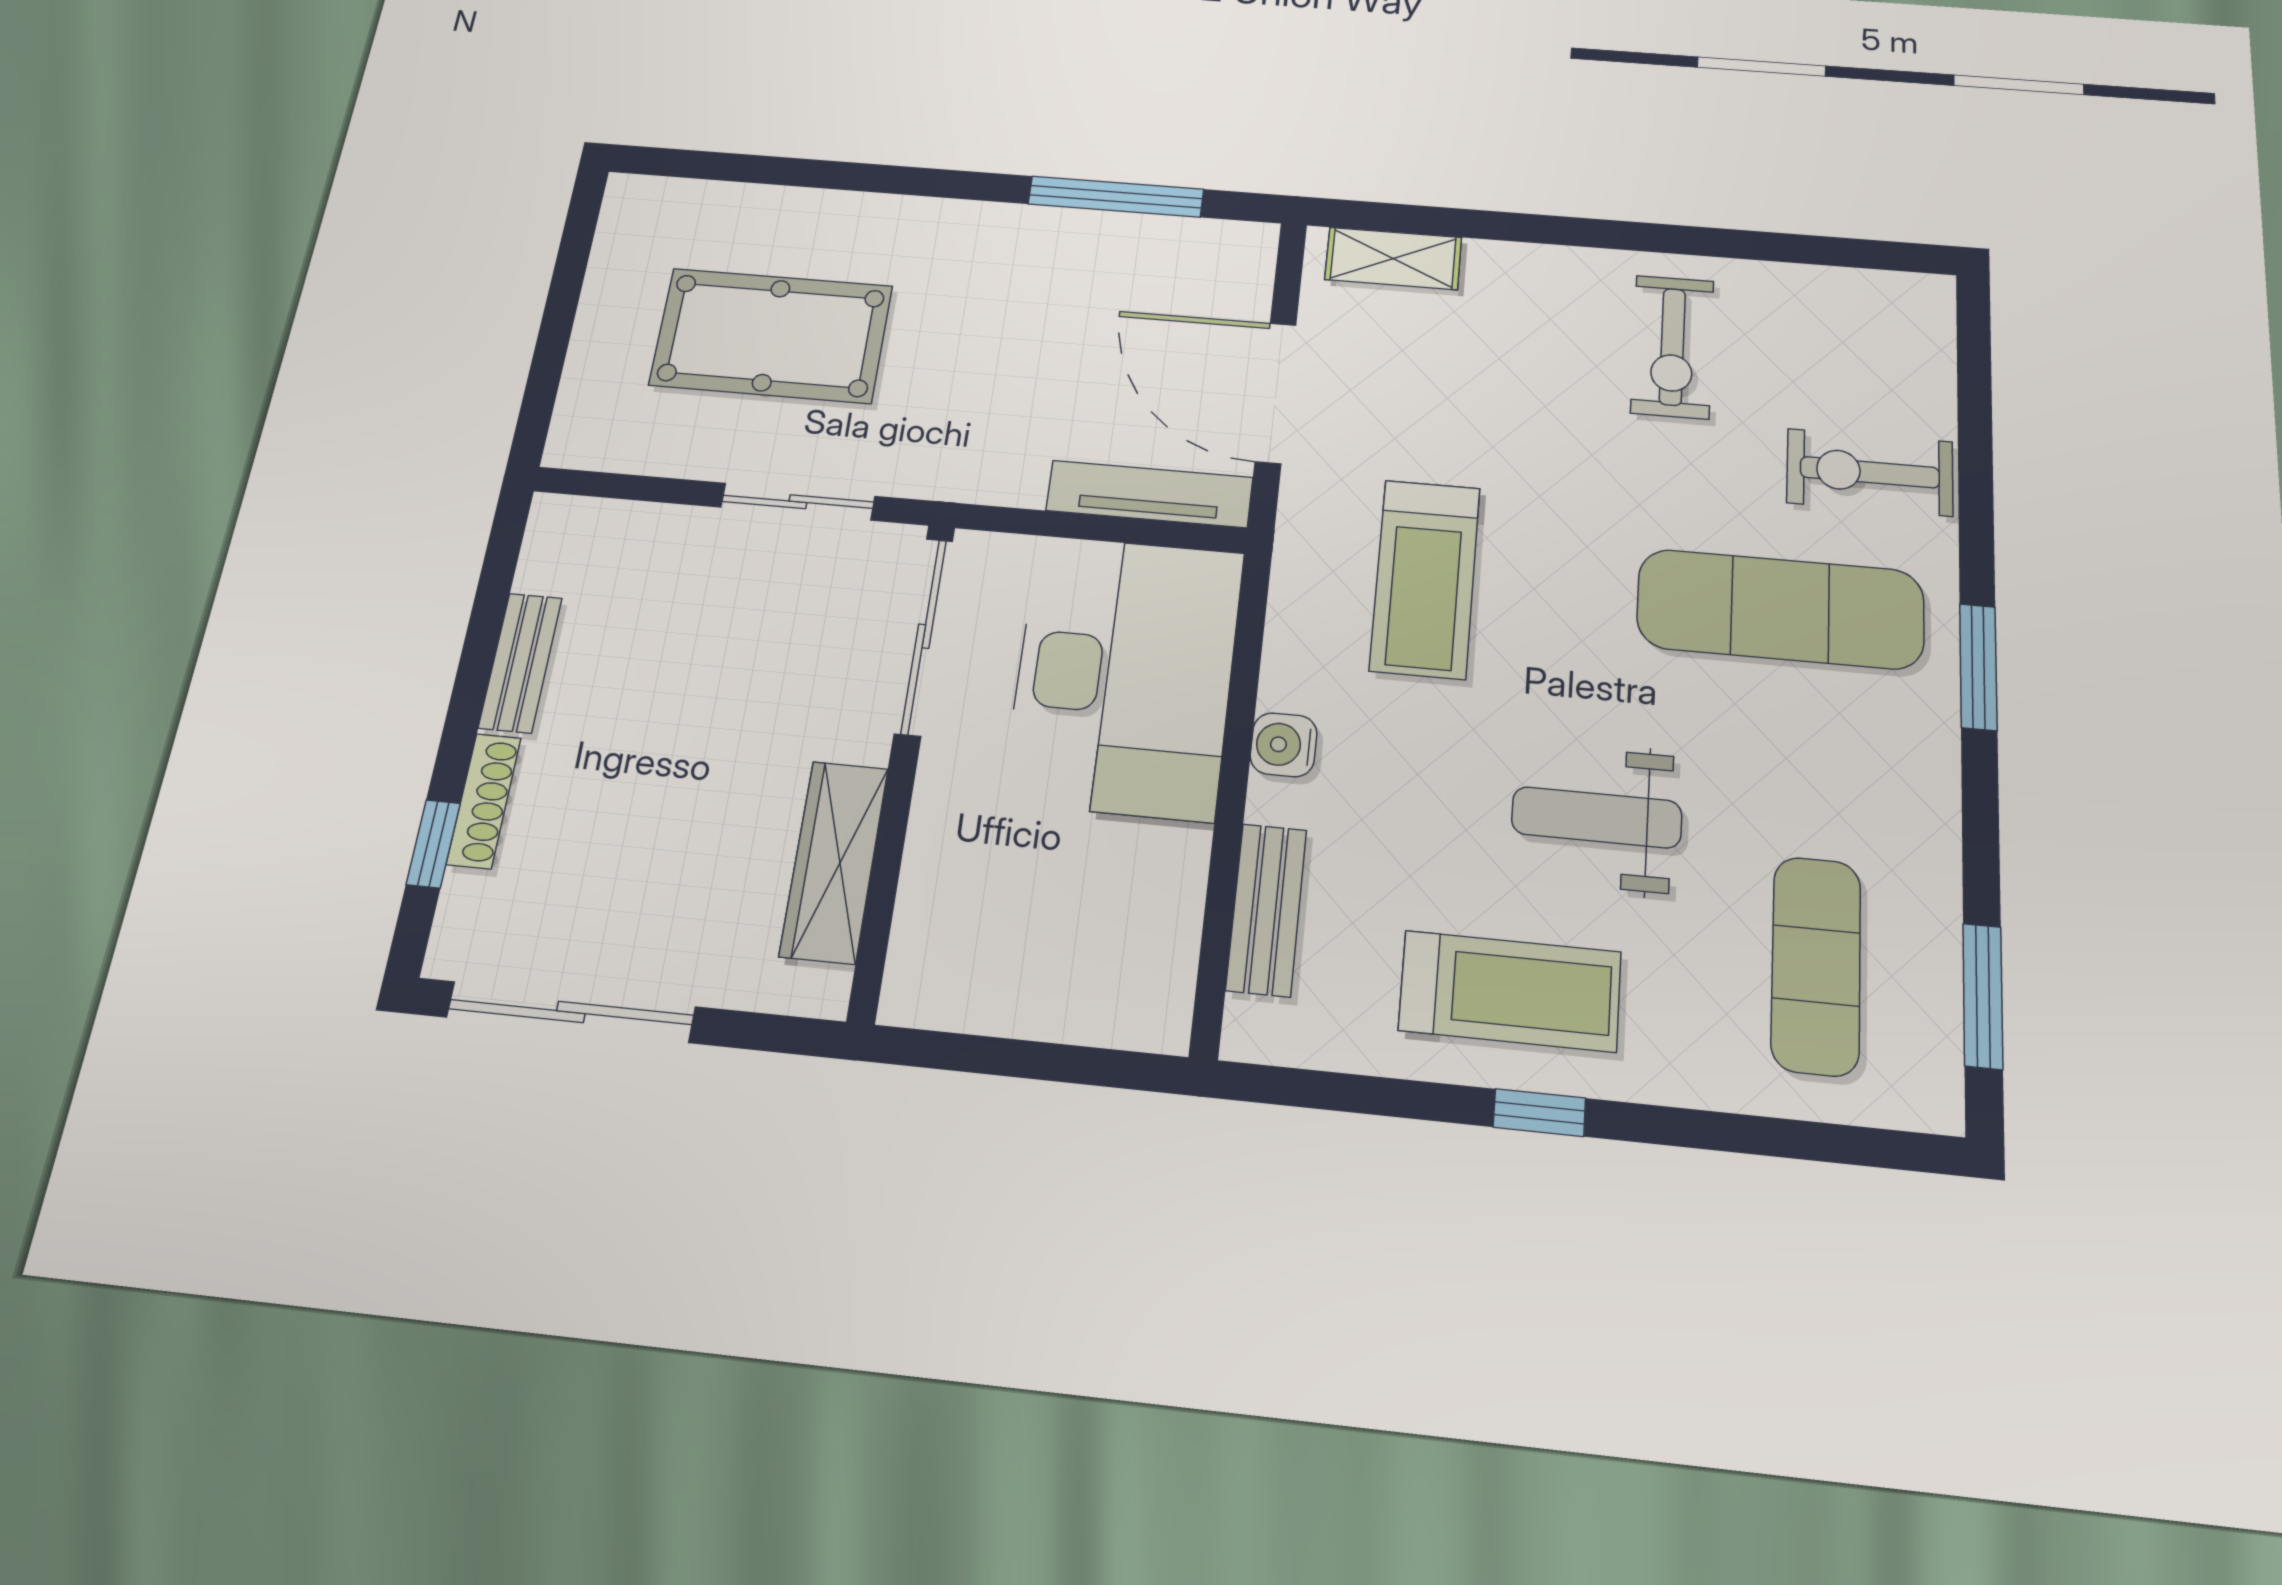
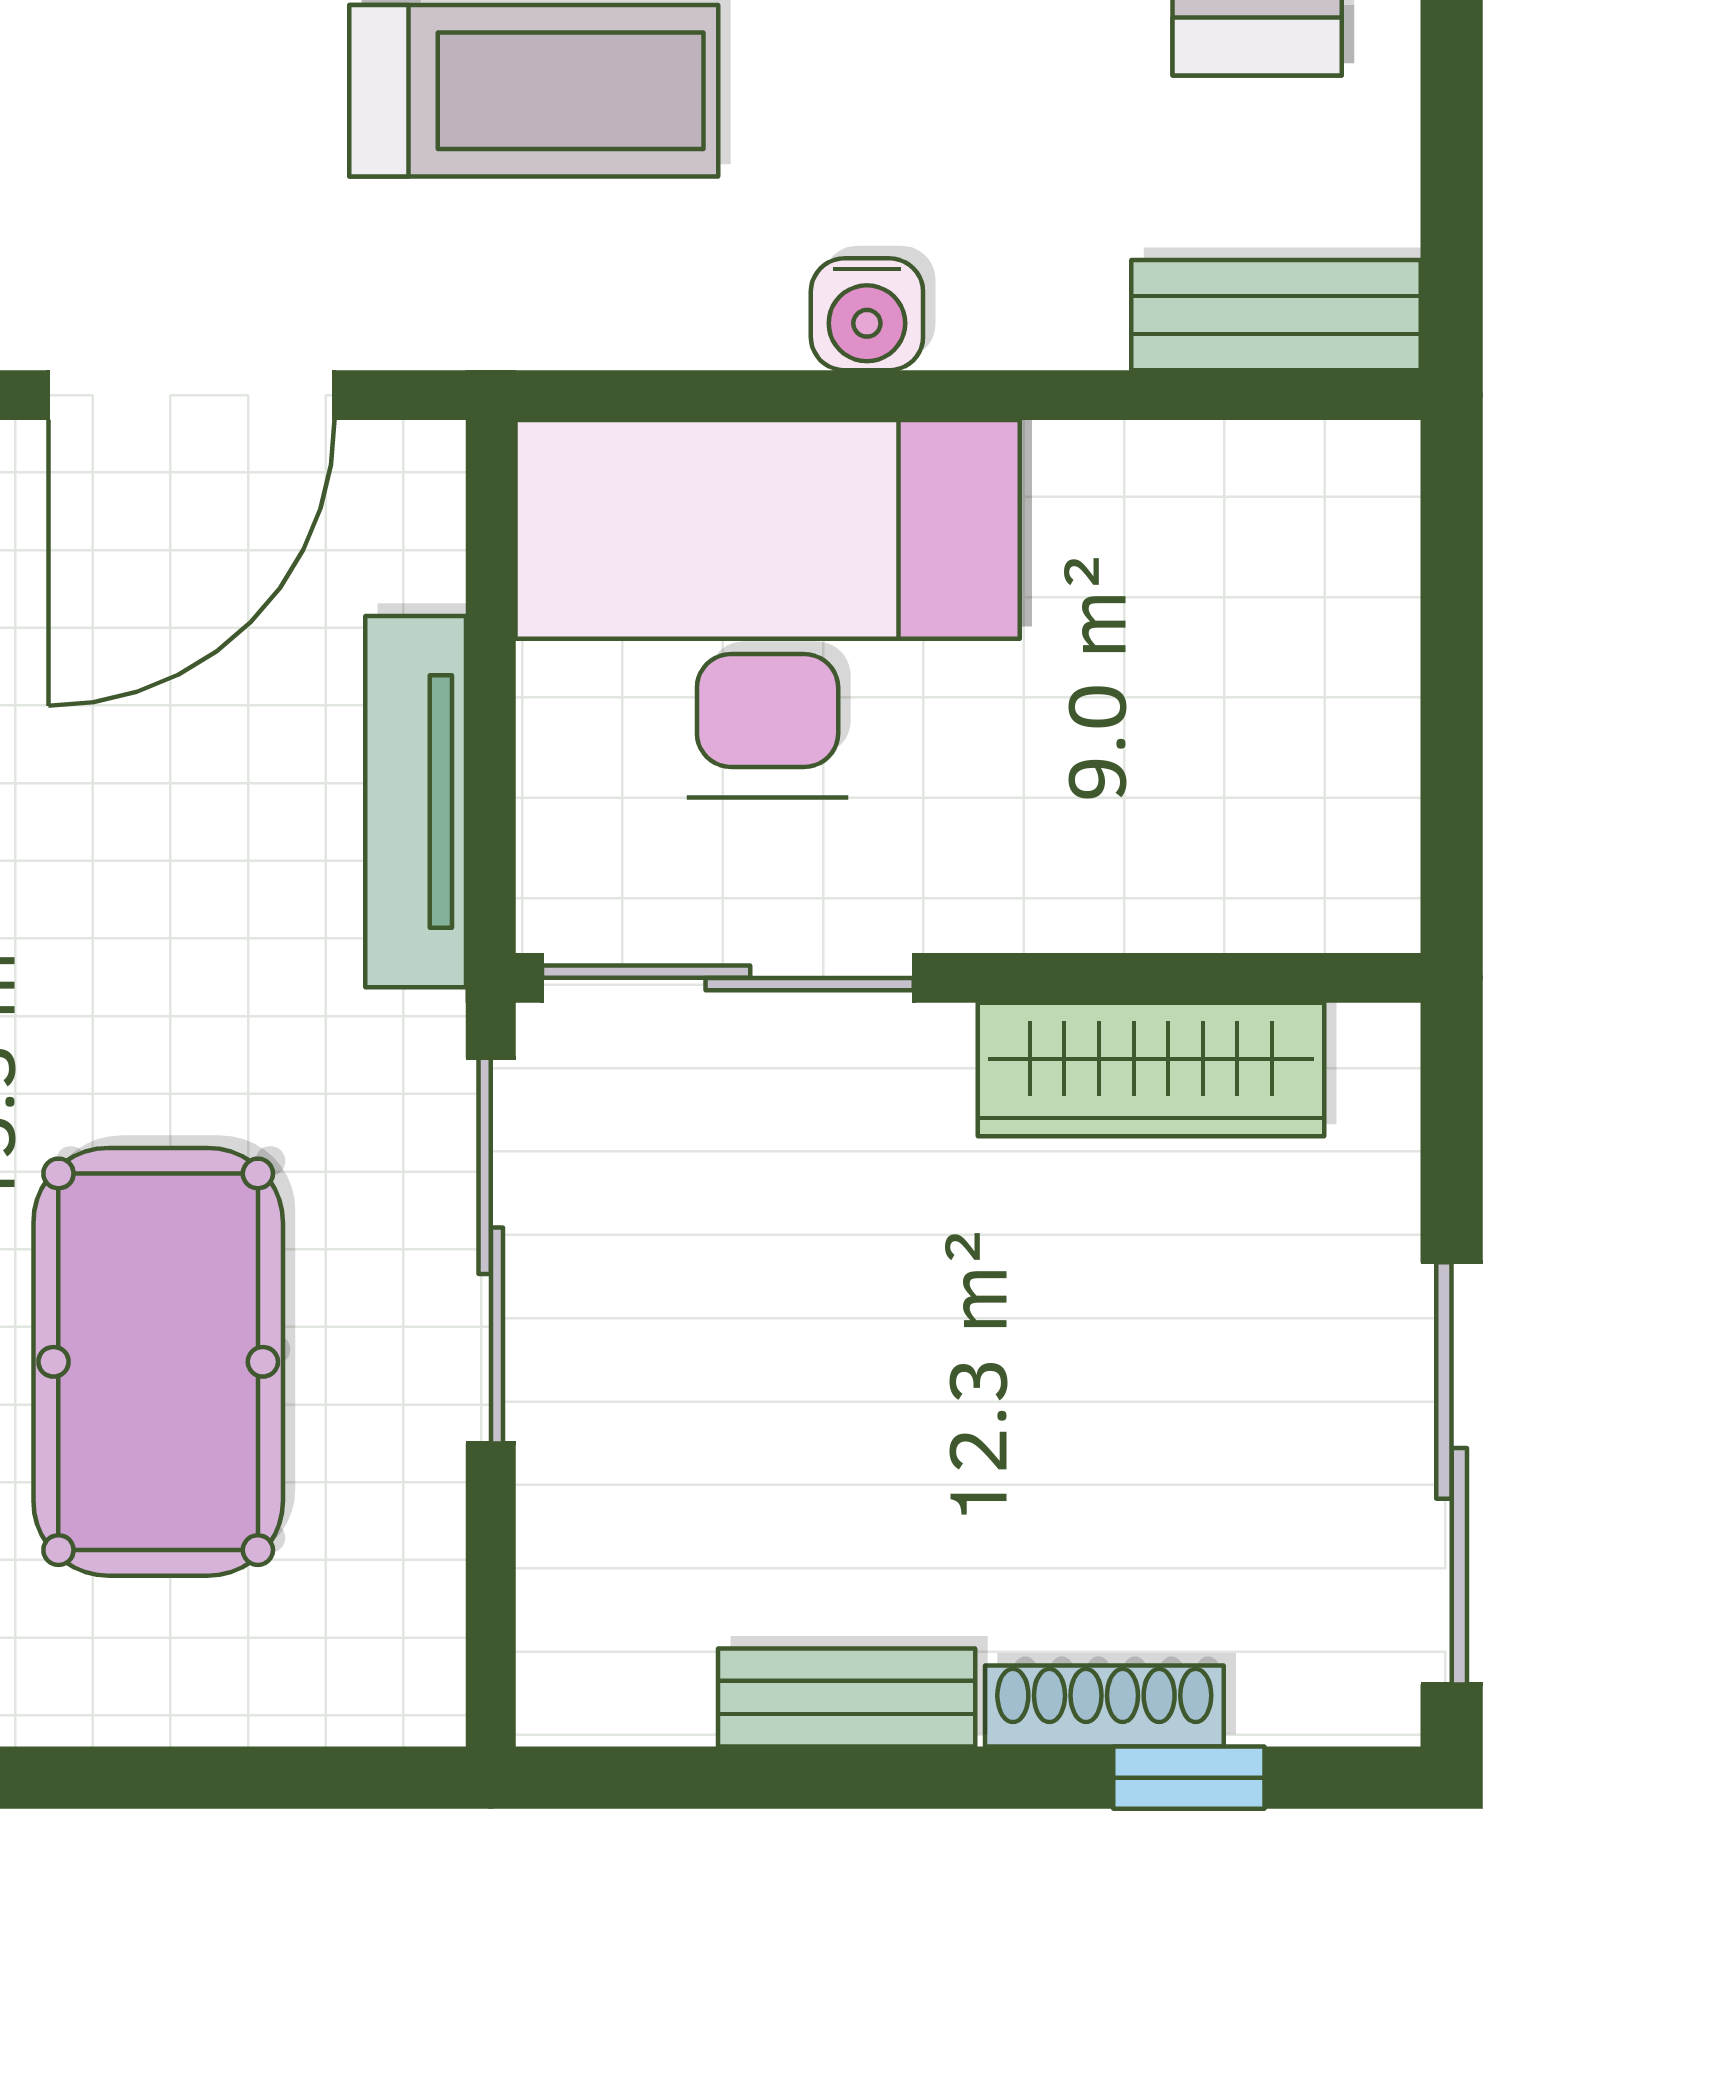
tv unit: (1149, 494) -> (416, 802), moved
sliding door: (798, 502) -> (491, 1251), width x1.37
bench: (1266, 910) -> (1276, 315), moved

